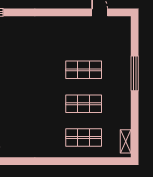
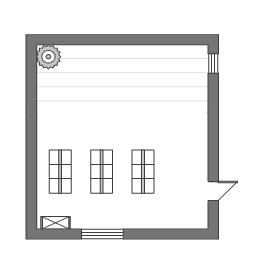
window: (135, 73) -> (102, 234), moved

